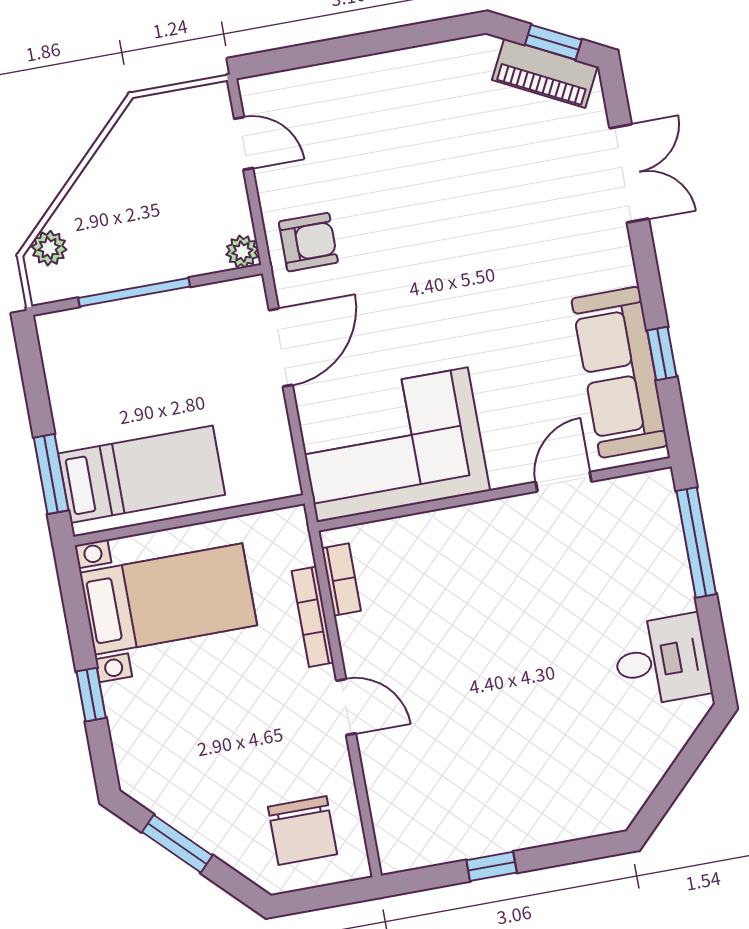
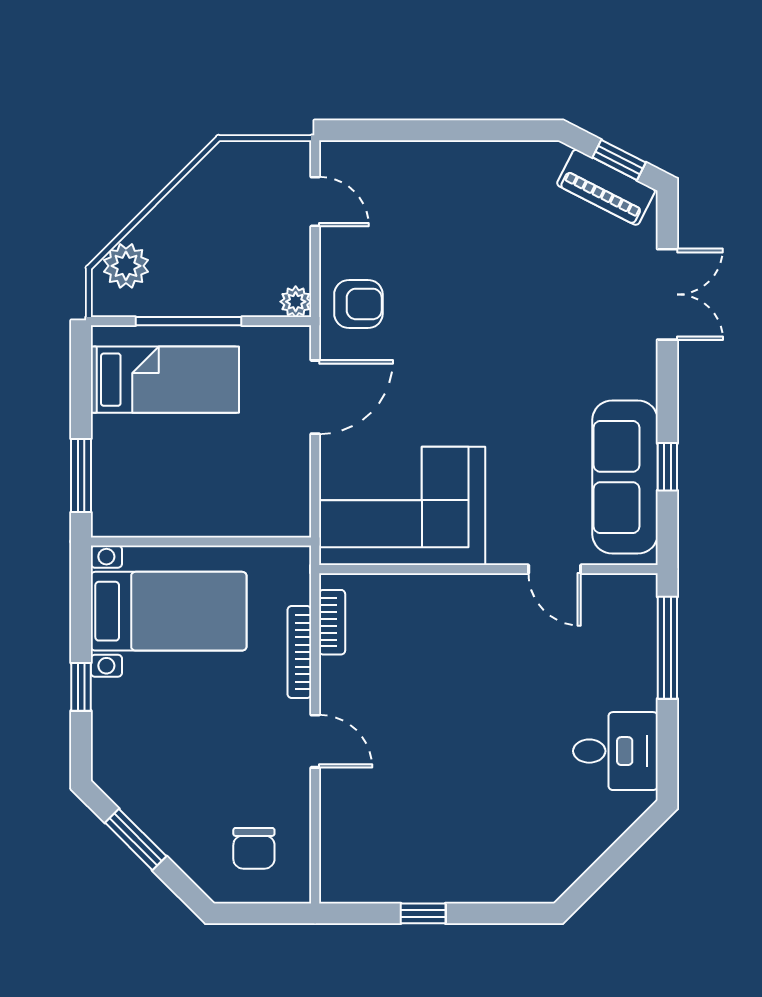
plant: (49, 248) -> (126, 266), width x1.38, depth x1.38
bed: (142, 474) -> (165, 380), moved
door: (564, 482) -> (555, 569), swing flipped
chair: (302, 831) -> (254, 848), width x0.73, depth x0.73

